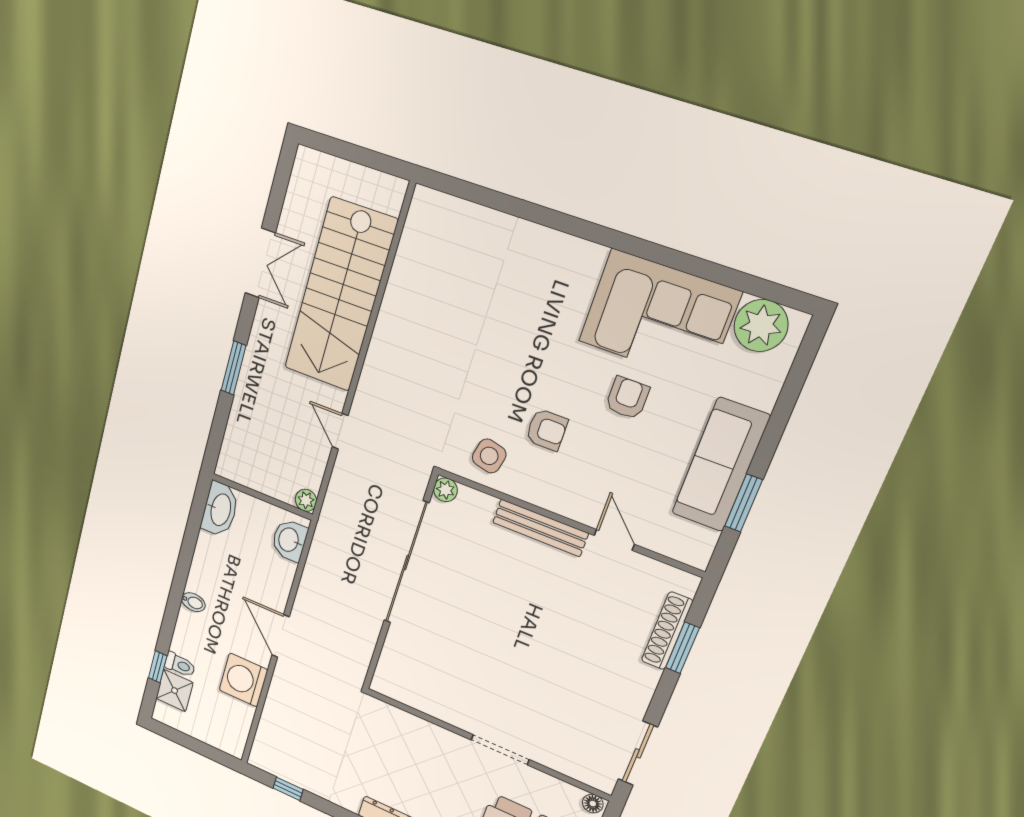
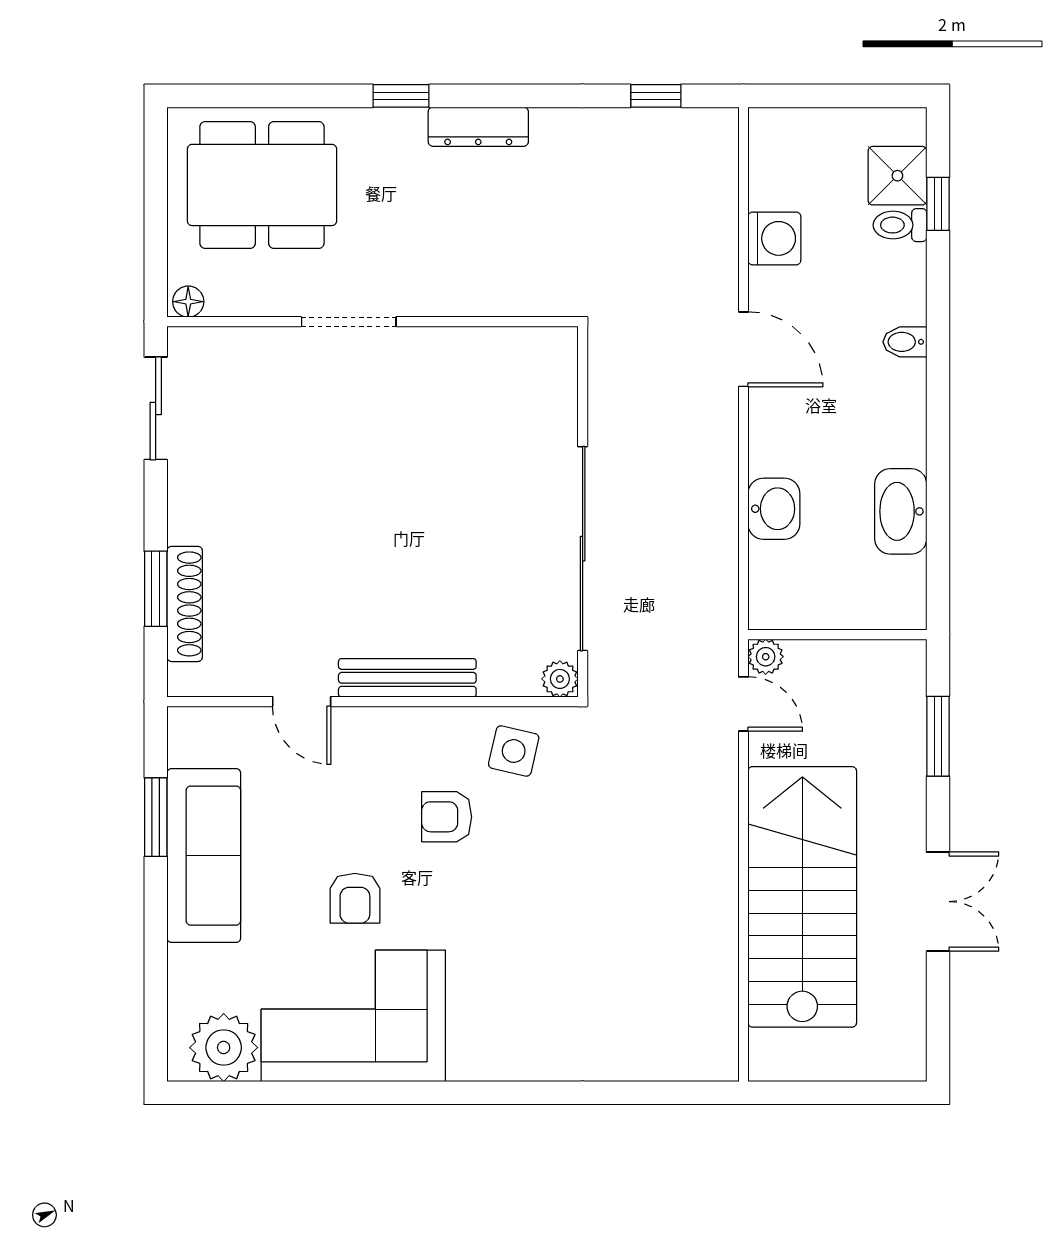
double door: (260, 263) -> (938, 902), swing flipped
wall: (262, 497) -> (837, 635), moved
plant: (306, 500) -> (766, 657), moved
washing machine: (243, 680) -> (774, 238), width x0.73, depth x0.73

